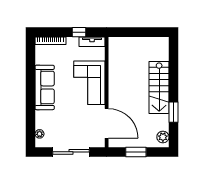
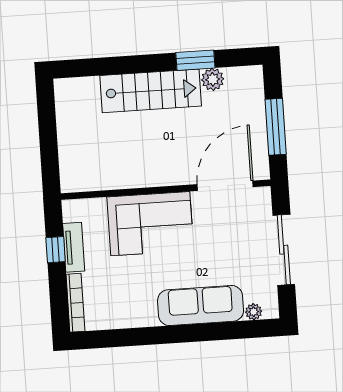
tv unit: (92, 42) -> (74, 247), moved
sofa: (45, 87) -> (201, 306), moved
plant: (163, 137) -> (213, 79), moved
window: (136, 152) -> (276, 127), width x1.44

